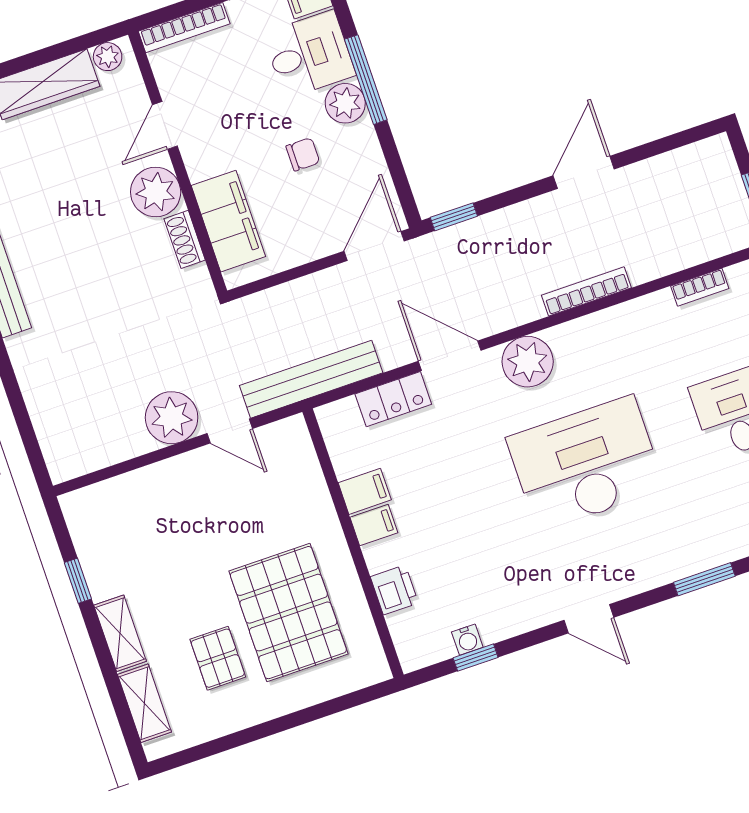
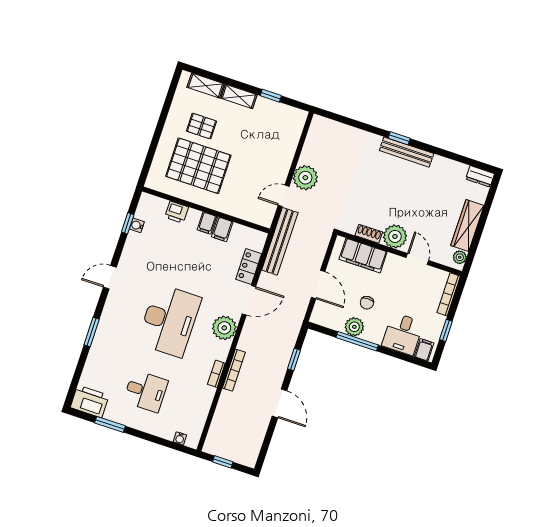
window: (366, 80) -> (357, 341), moved
plant: (345, 103) -> (354, 327), moved
window: (454, 217) -> (294, 359), moved
door: (374, 246) -> (318, 284), moved
bookcase: (700, 287) -> (216, 374), moved

